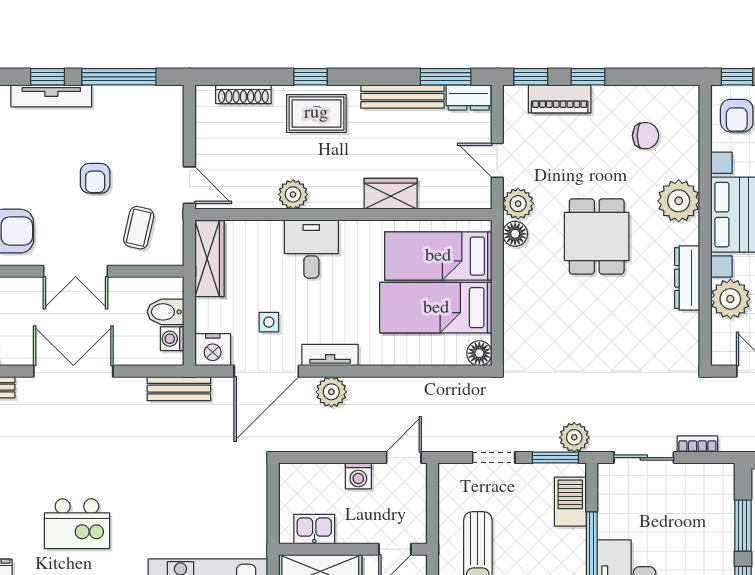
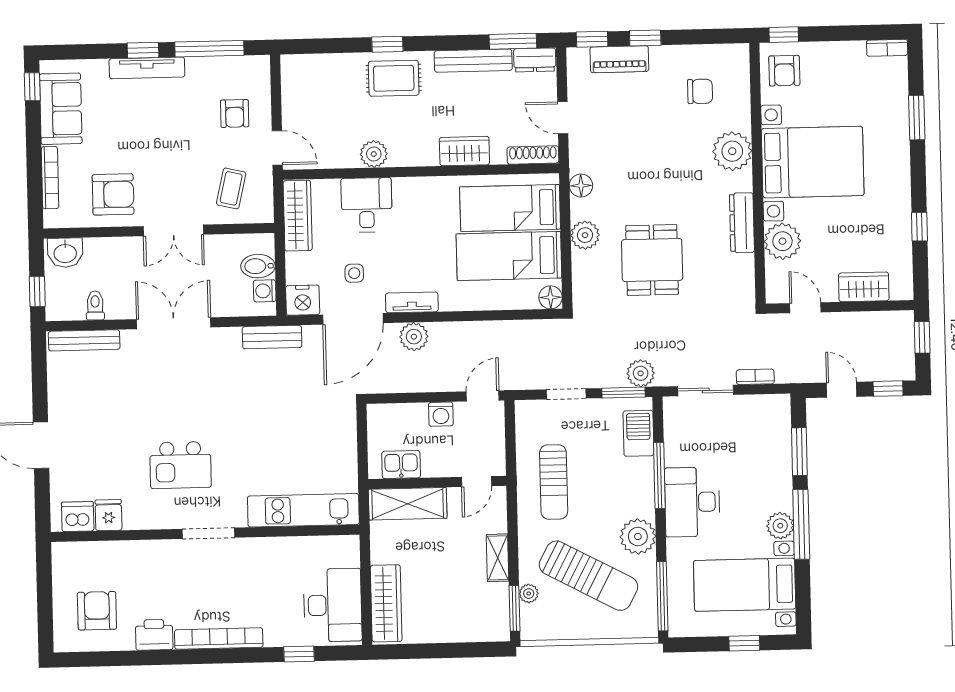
shoe rack: (243, 94) -> (533, 155), moved, turned 180
armchair: (95, 178) -> (235, 113), moved
plant: (518, 204) -> (585, 235), moved
dining table: (597, 236) -> (652, 260), moved
desk: (311, 249) -> (367, 205), moved

